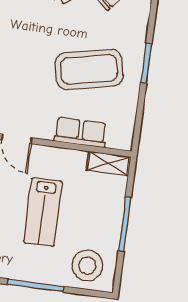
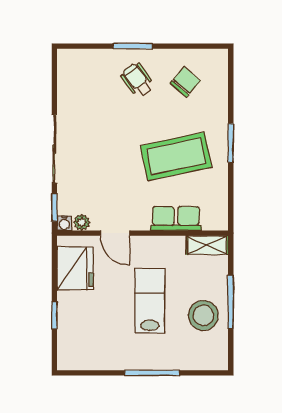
lab bench: (43, 212) -> (150, 301), turned 180
stool: (87, 265) -> (203, 315), moved

